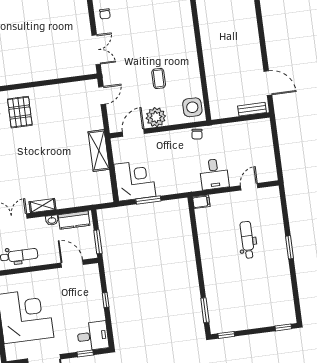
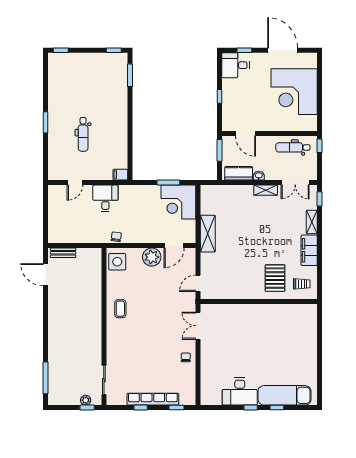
coffee table: (159, 78) -> (120, 309), moved

